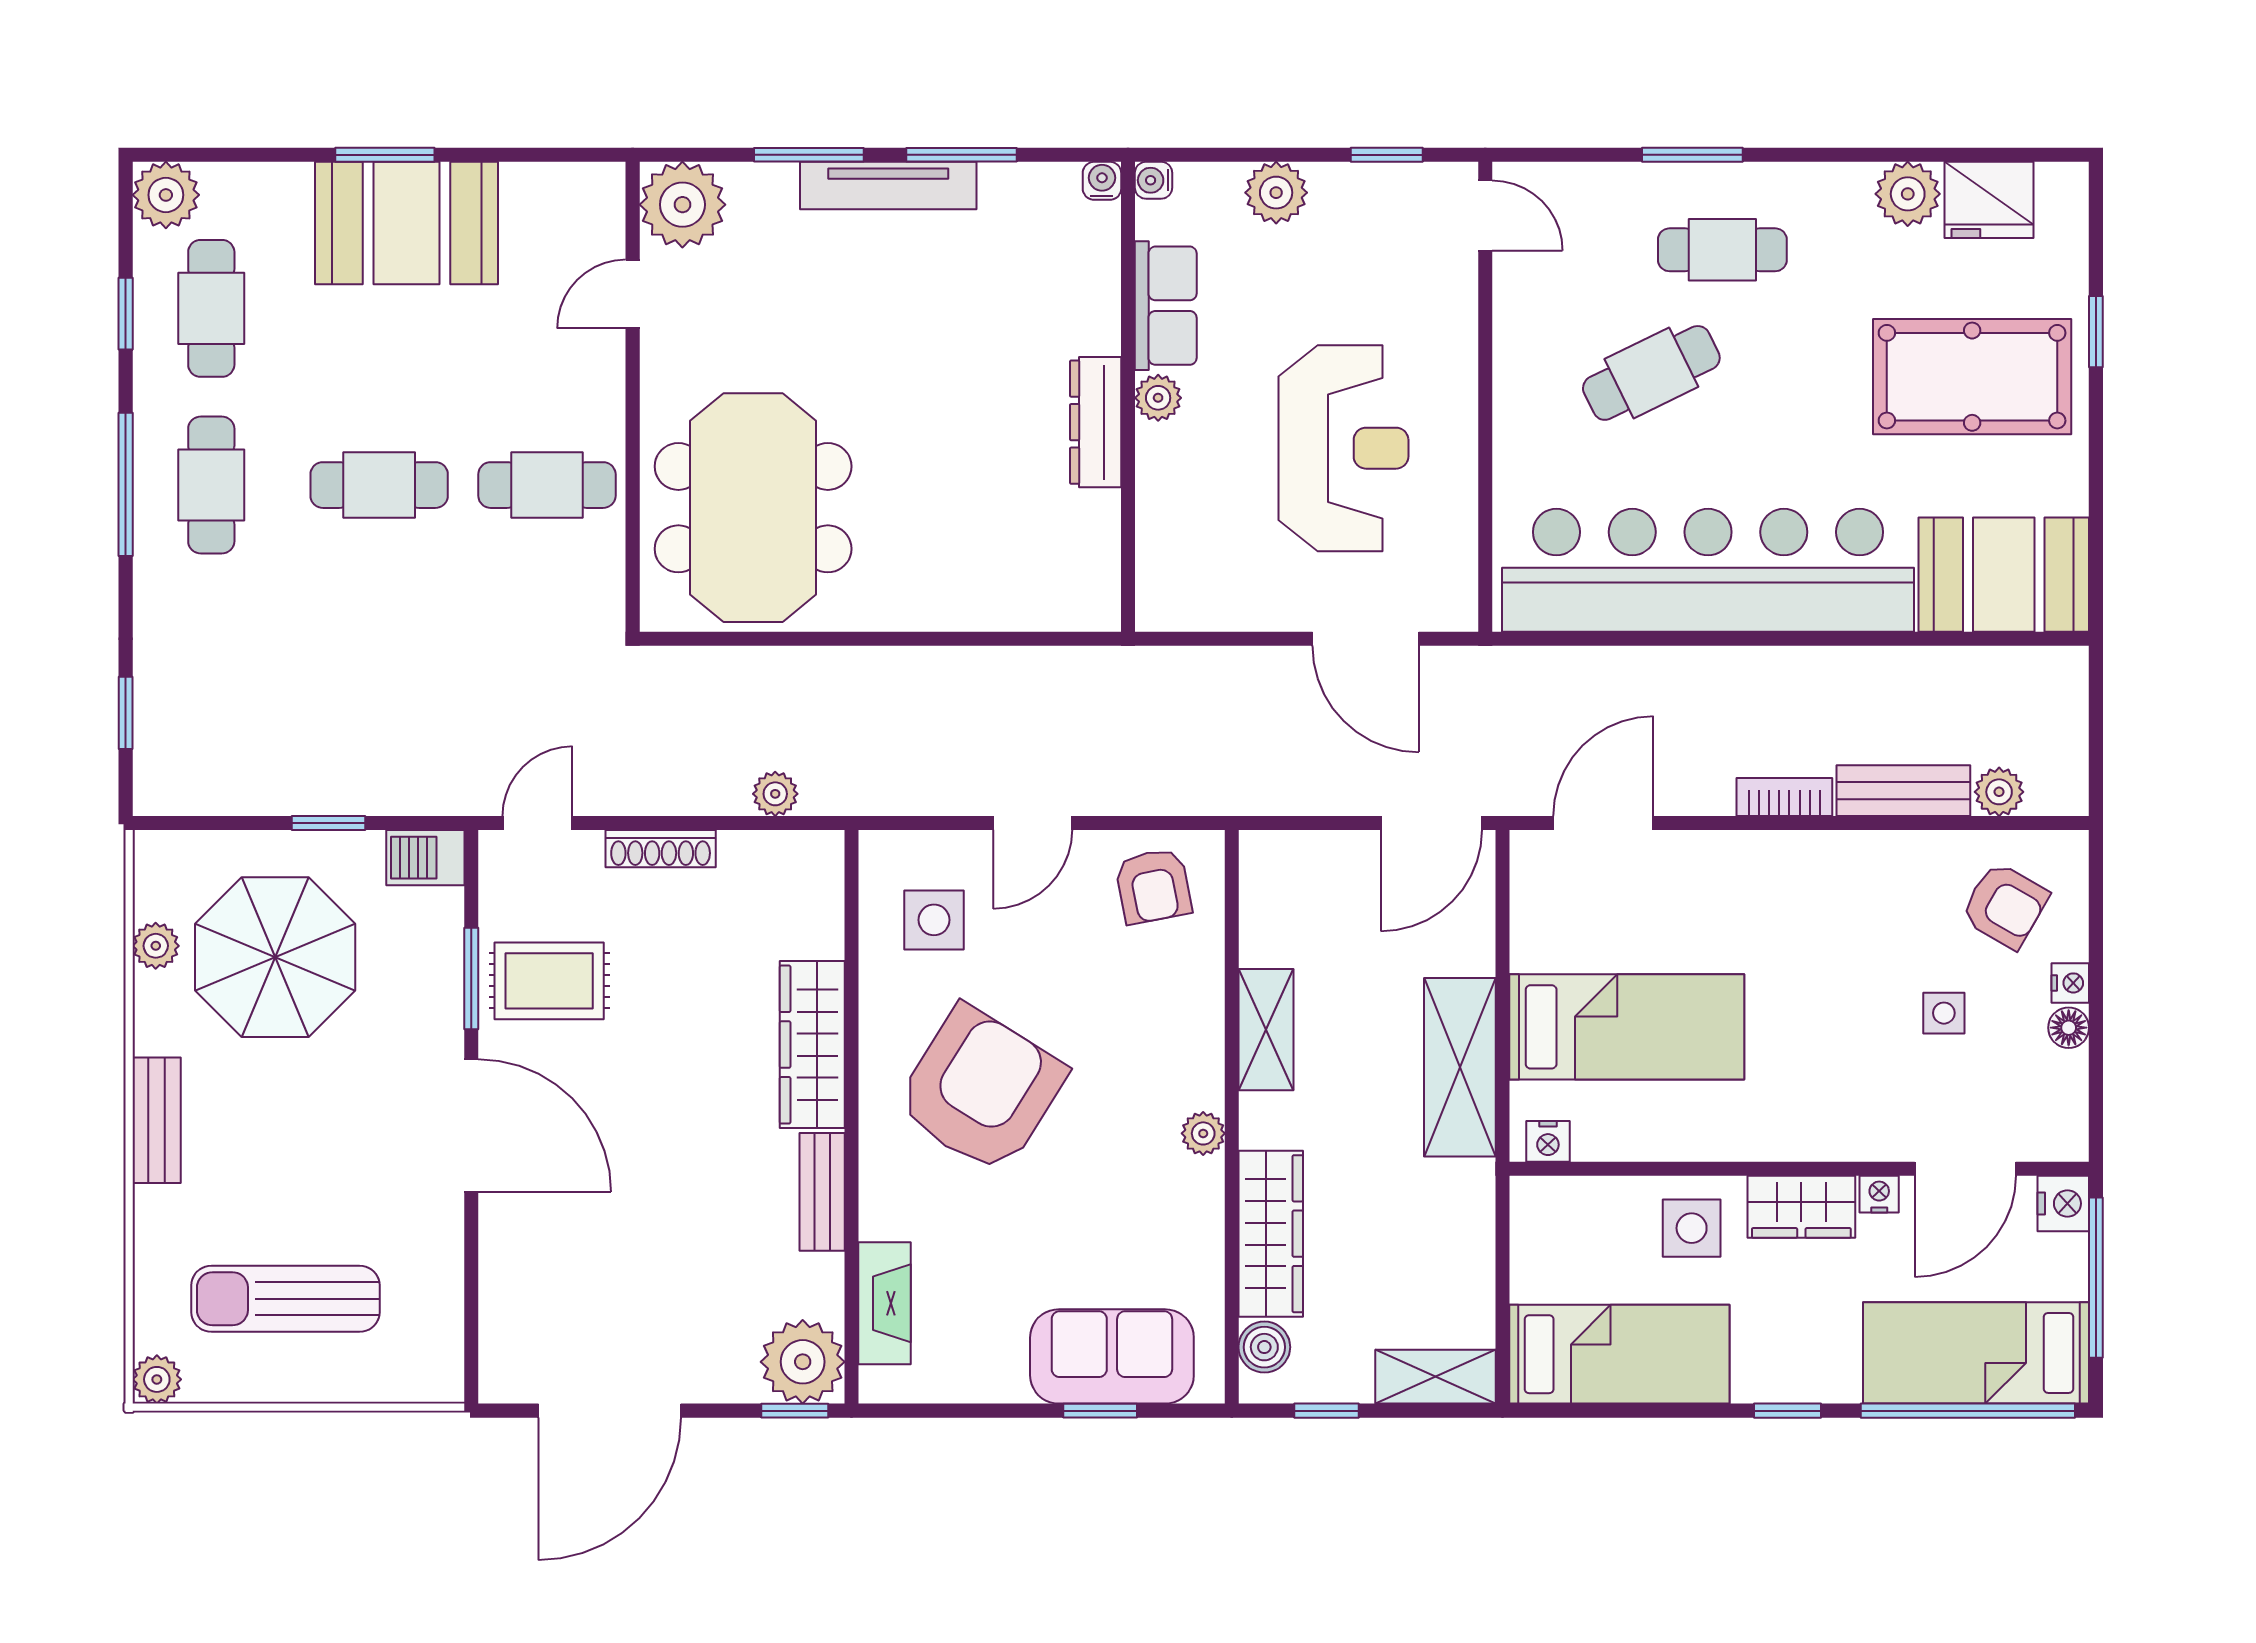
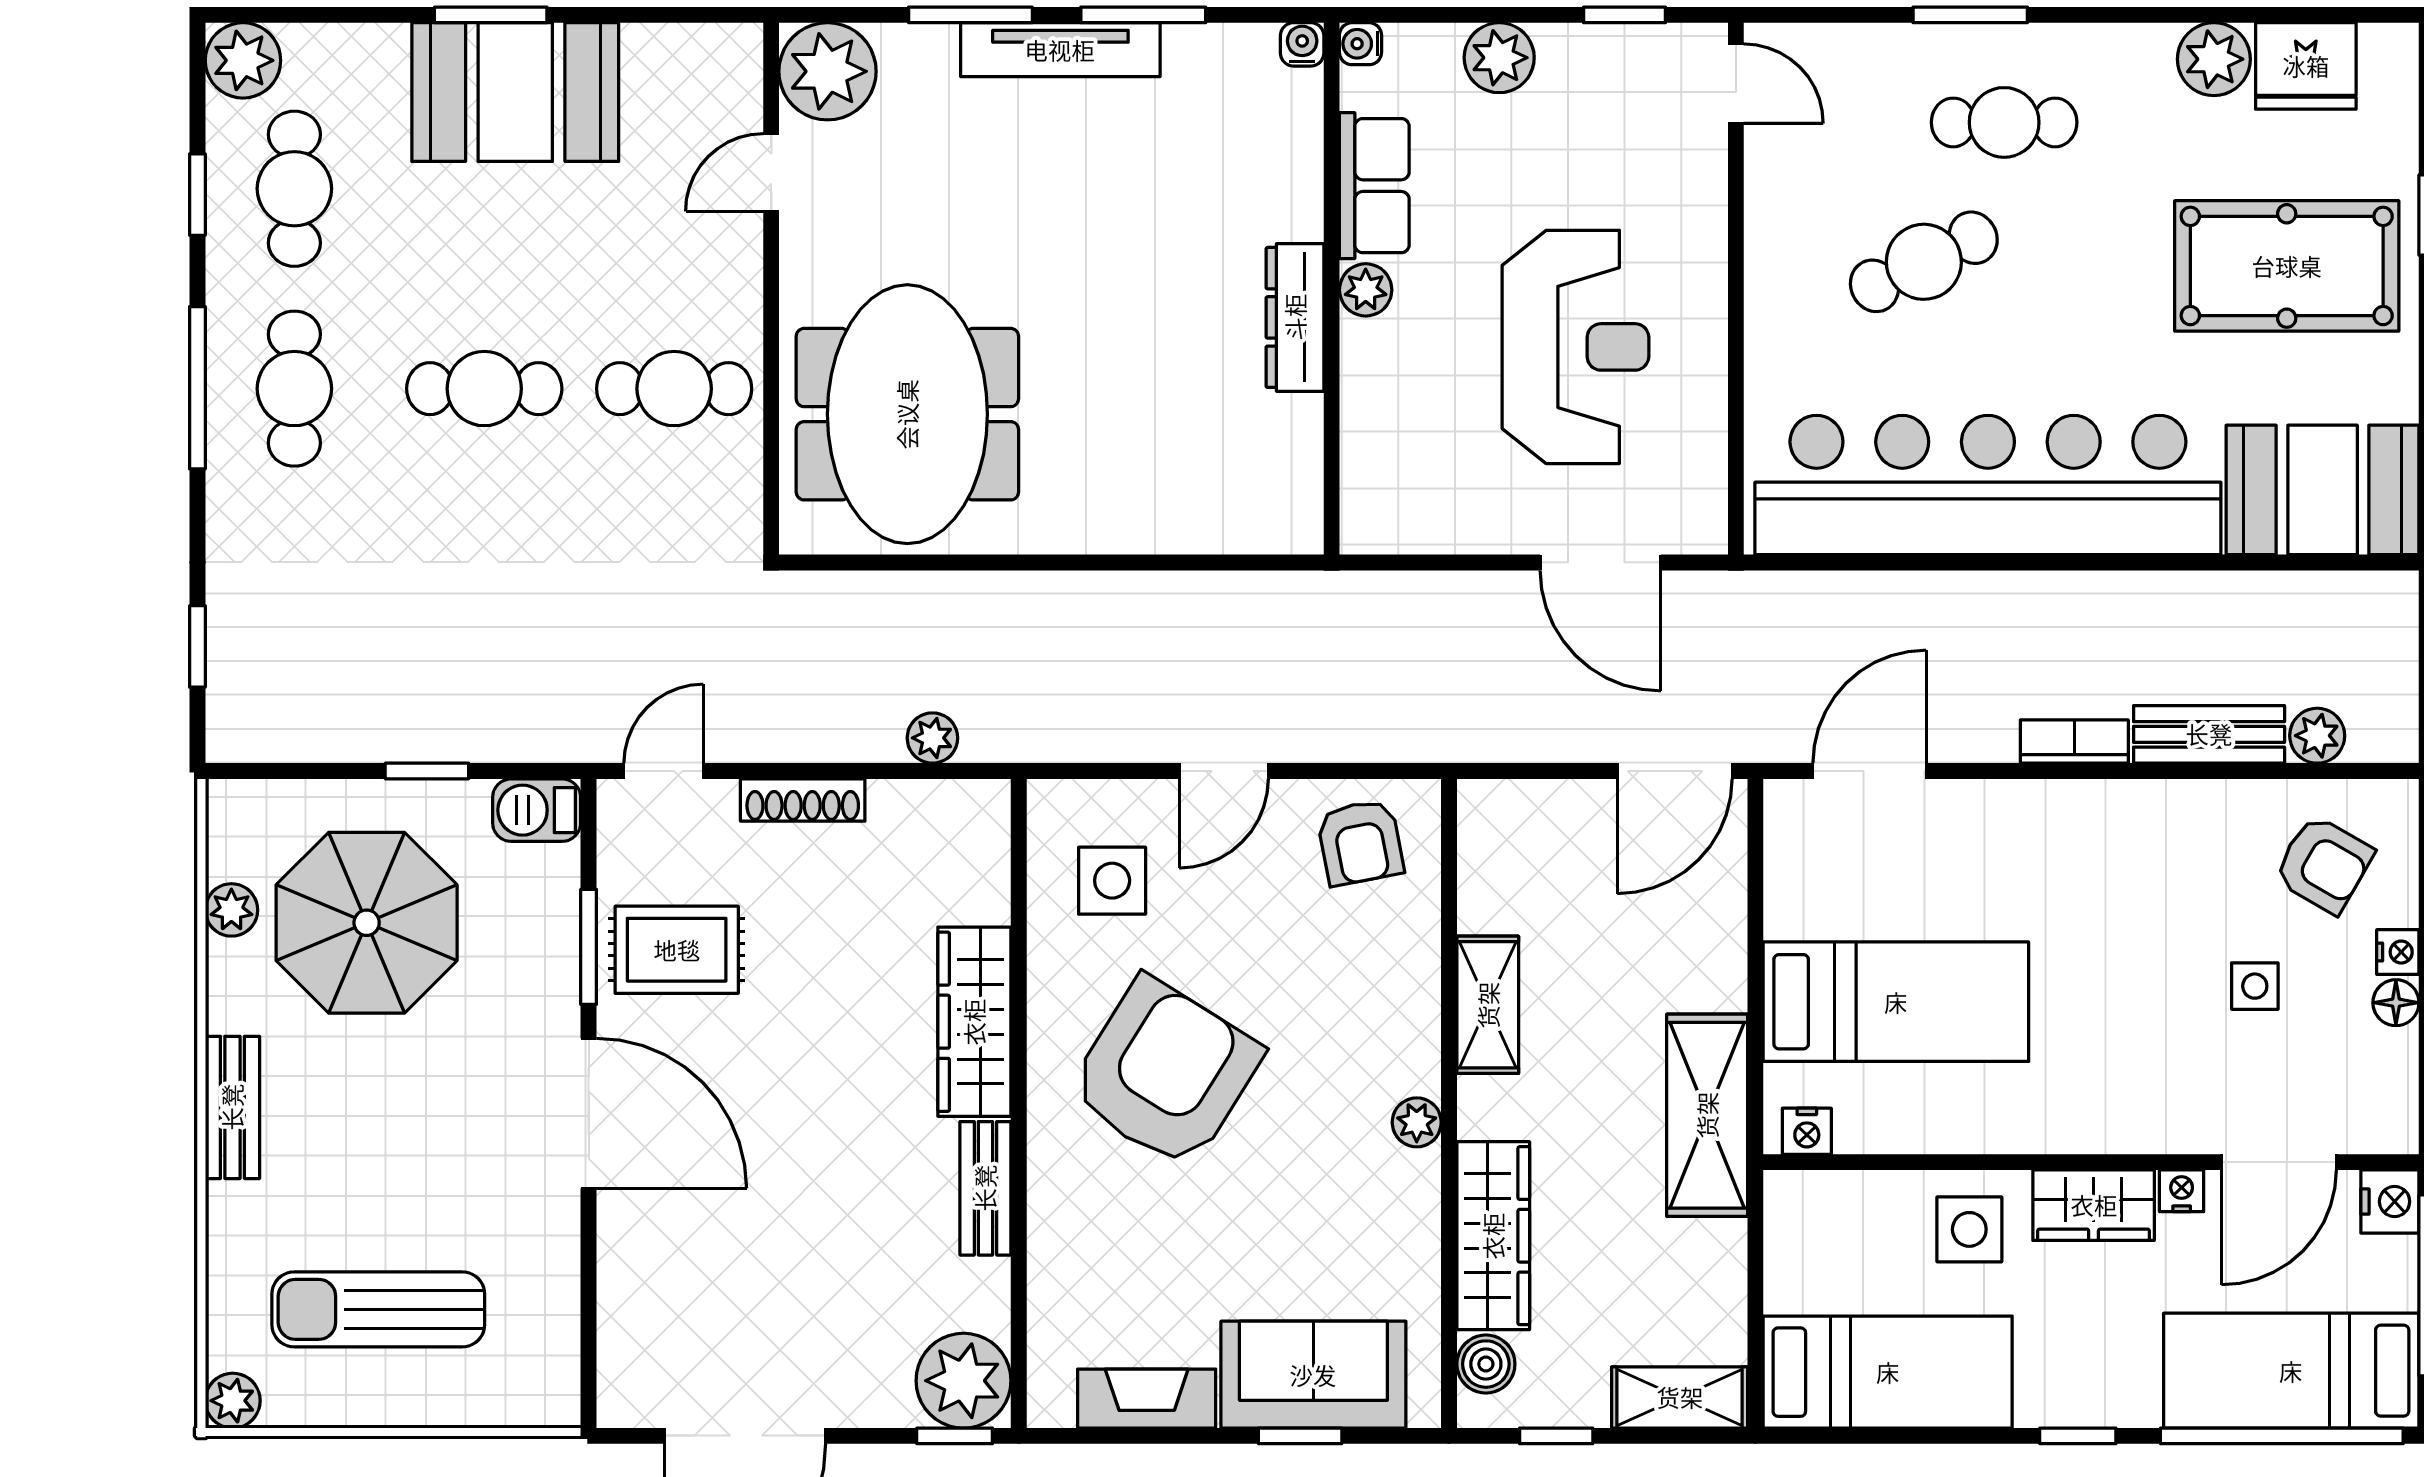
shelving: (1460, 1067) -> (1707, 1115), moved
fireplace: (885, 1303) -> (1147, 1399), moved, turned -90

